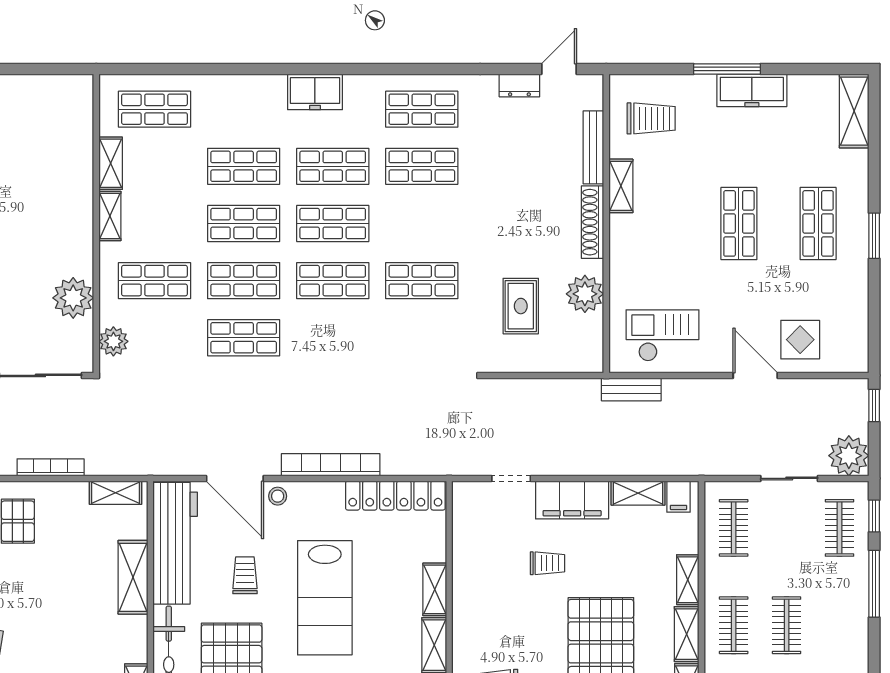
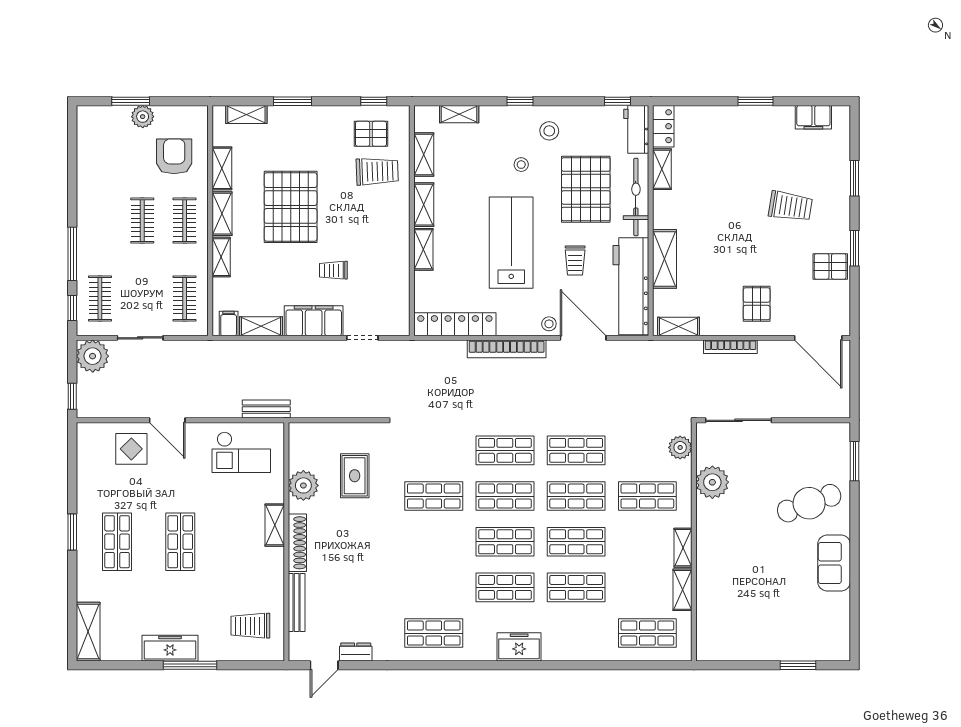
shop shelf: (422, 166) -> (505, 450), moved
shelving: (621, 186) -> (275, 525), moved

